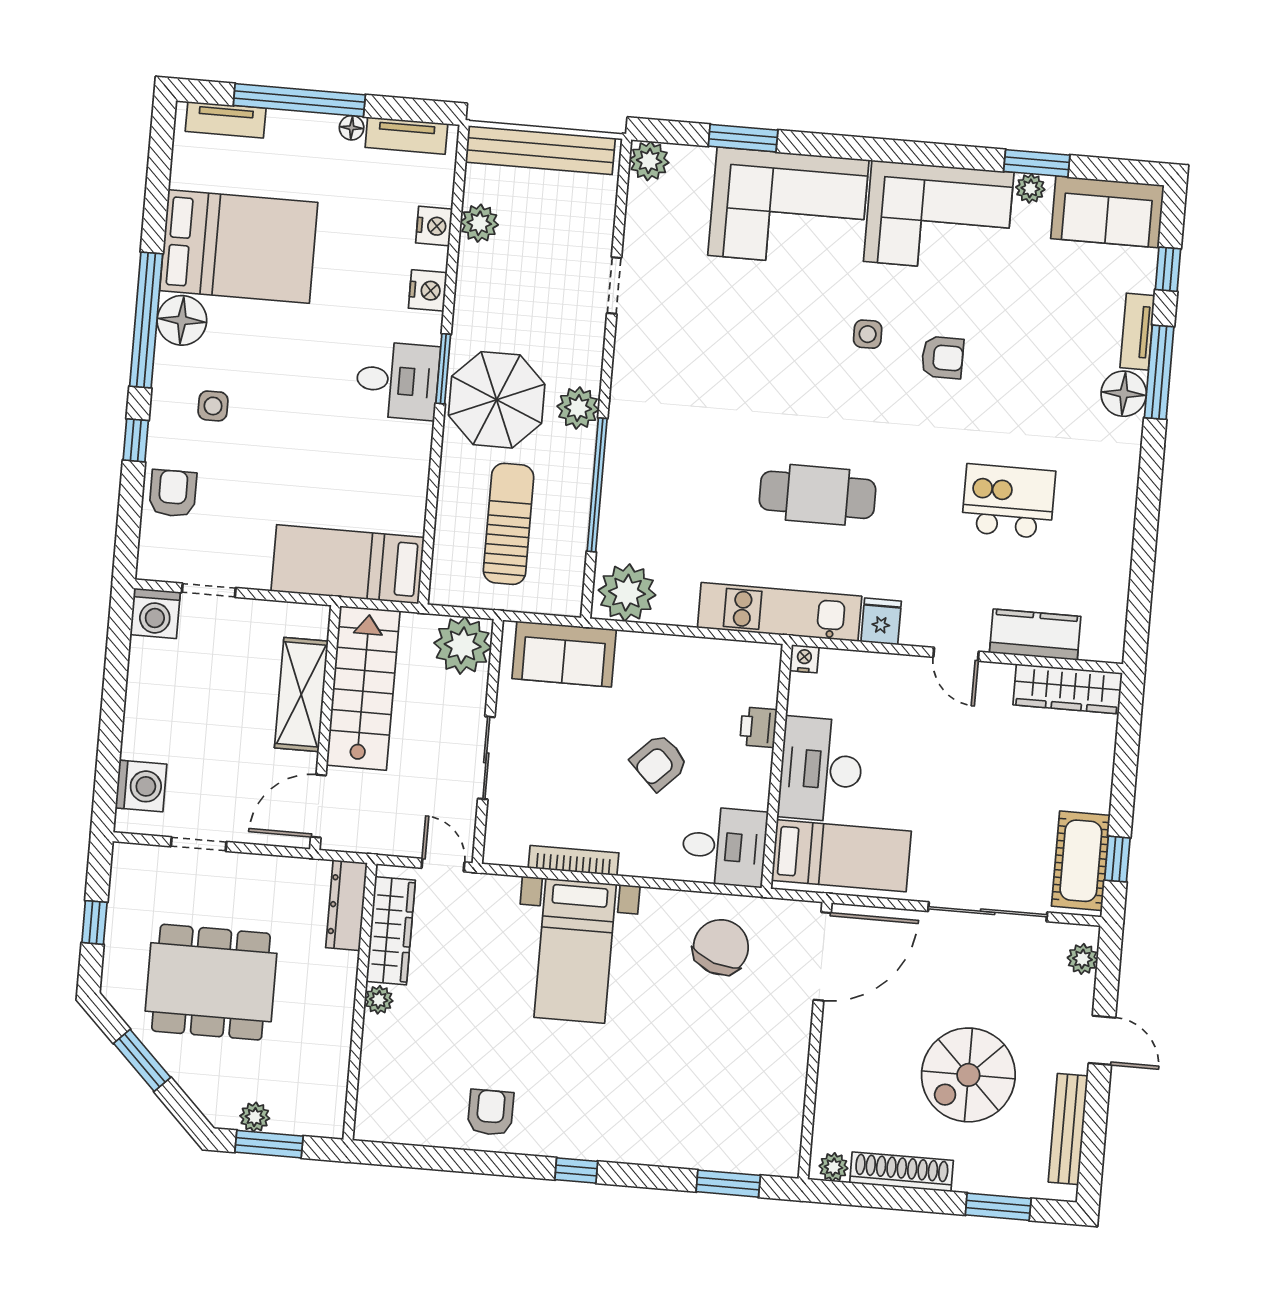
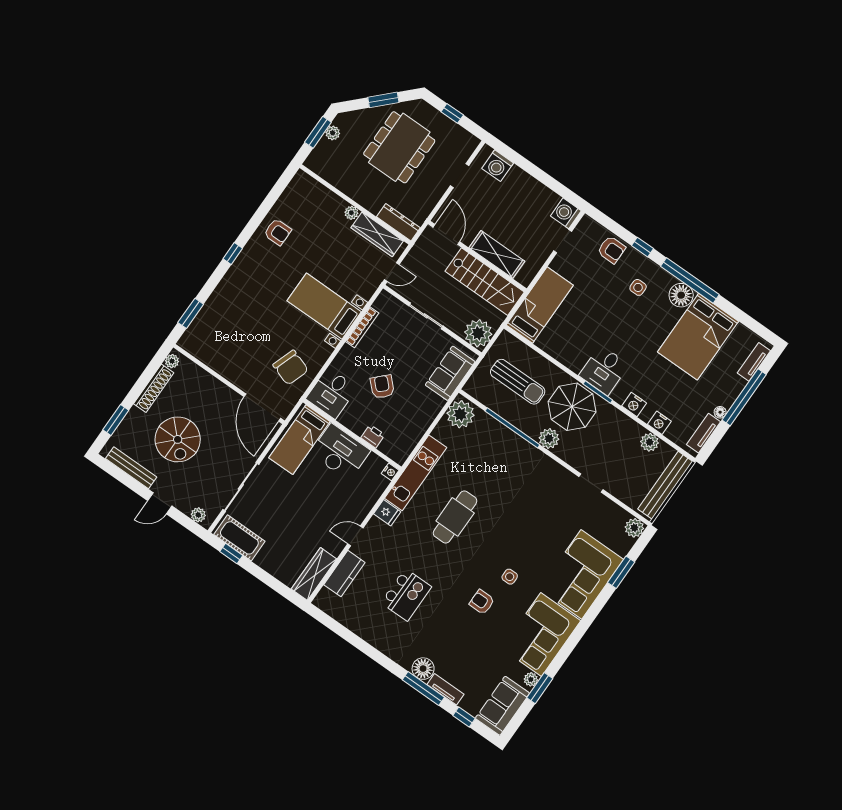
armchair: (942, 357) -> (482, 602), turned 90
spiral stairs: (968, 1075) -> (178, 439), turned 180

